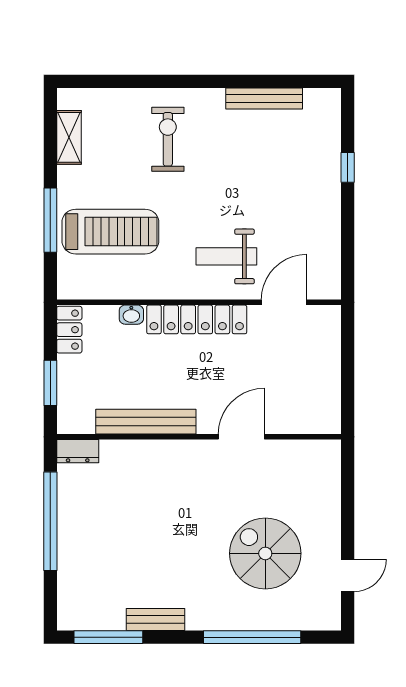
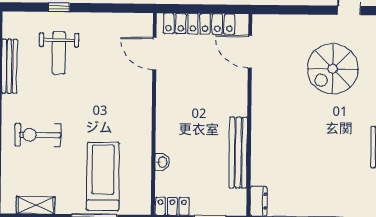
weight bench: (226, 256) -> (59, 53), moved
locker: (197, 319) -> (199, 24), moved, turned 90
door: (241, 437) -> (250, 52), moved

